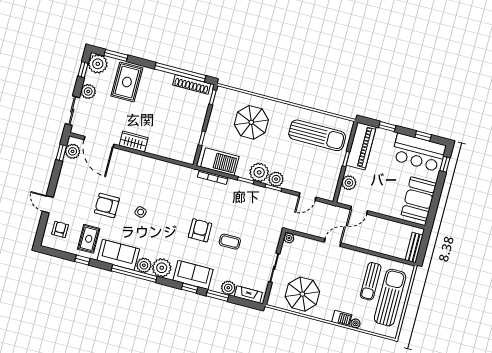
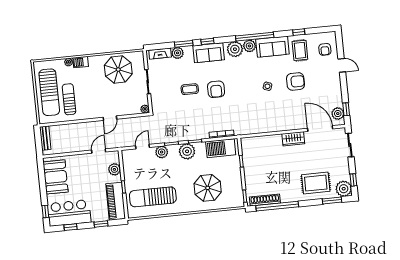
rug: (127, 82) -> (316, 183), turned 90
plant: (88, 91) -> (343, 165), removed
plant: (276, 179) -> (162, 152), moved

